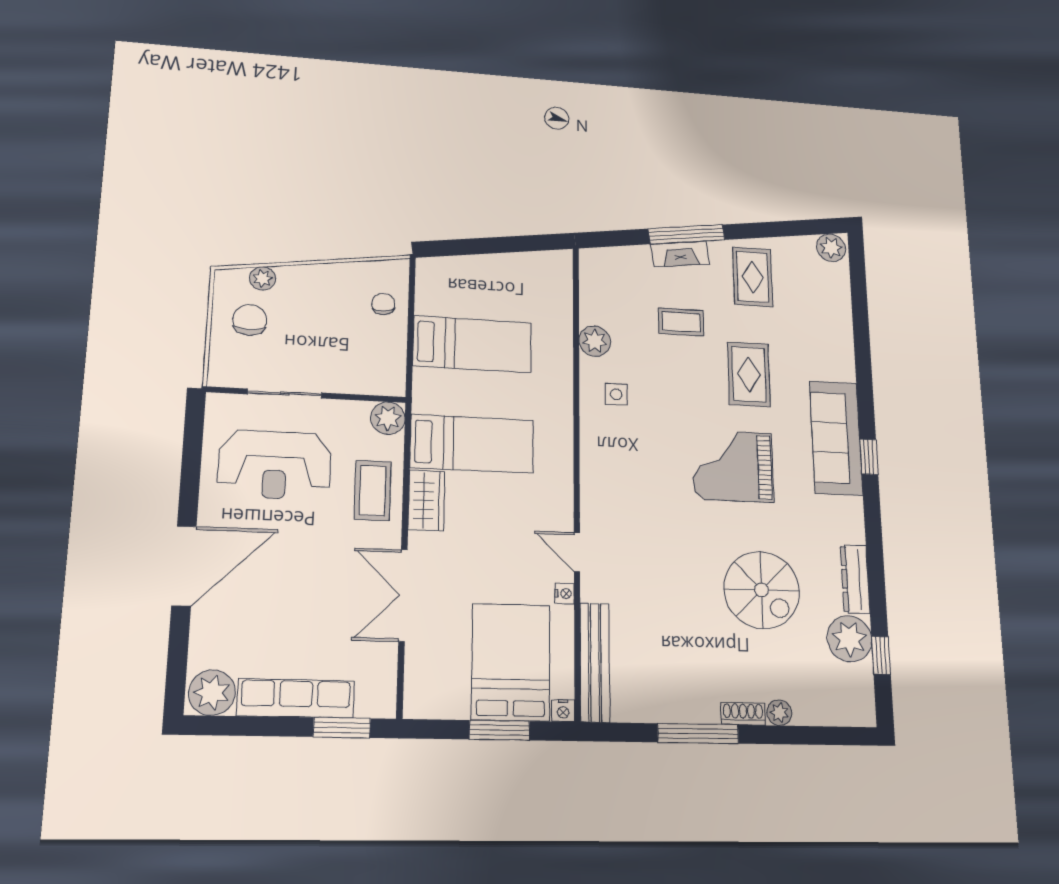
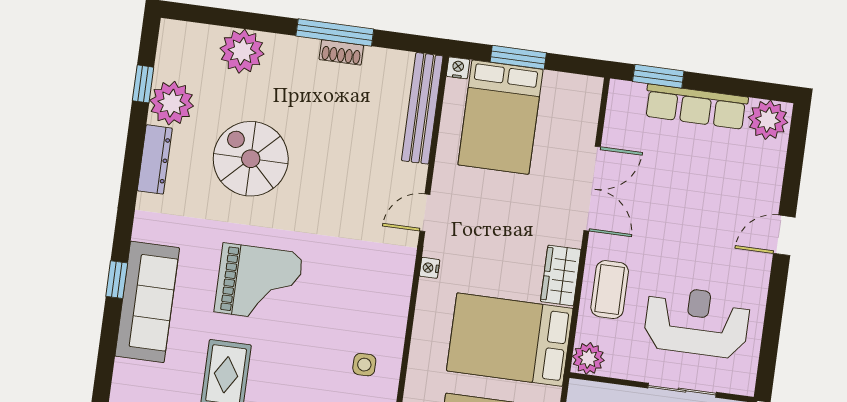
bed: (472, 444) -> (510, 340), width x1.50
door: (577, 552) -> (425, 213), swing flipped
door: (184, 566) -> (784, 235), width x0.53
nightstand: (565, 594) -> (429, 268), moved
plant: (779, 713) -> (242, 51), width x1.88, depth x1.88
shoe rack: (743, 714) -> (341, 52), moved

